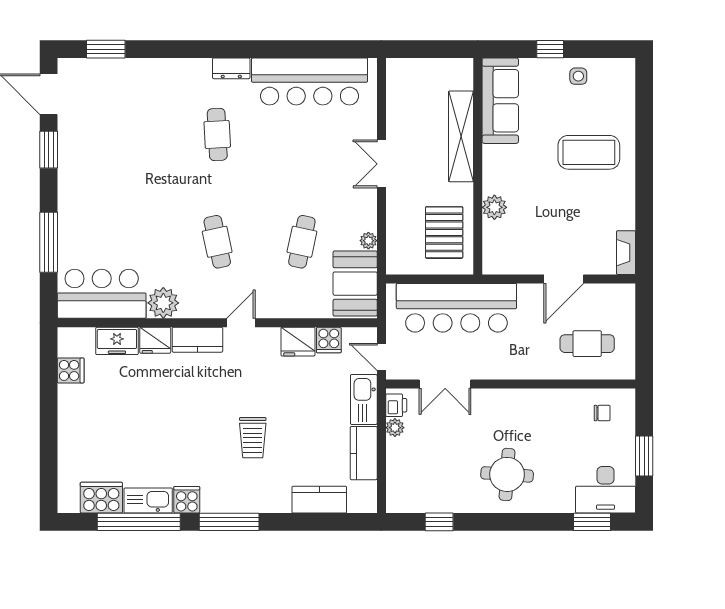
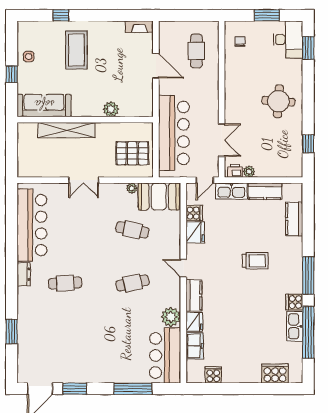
window: (106, 49) -> (12, 332), moved
window: (644, 128) -> (61, 15), added
pallet: (444, 232) -> (132, 153), moved
cooker: (101, 498) -> (275, 374), moved, turned 90

